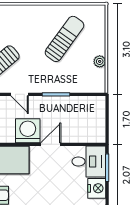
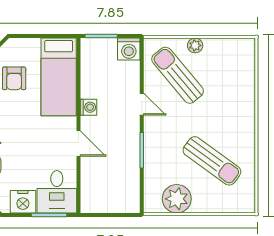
plant: (100, 61) -> (177, 199), width x1.87, depth x1.87
door: (20, 94) -> (142, 104), swing flipped
washing machine: (28, 131) -> (88, 107), width x0.53, depth x0.53

